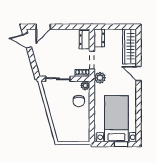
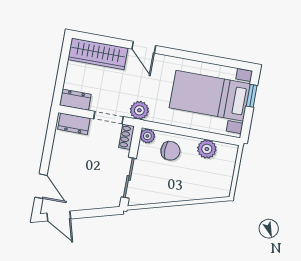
door: (27, 41) -> (59, 216), hinge flipped
door: (138, 74) -> (144, 47), hinge flipped
plant: (84, 123) -> (207, 149), added

